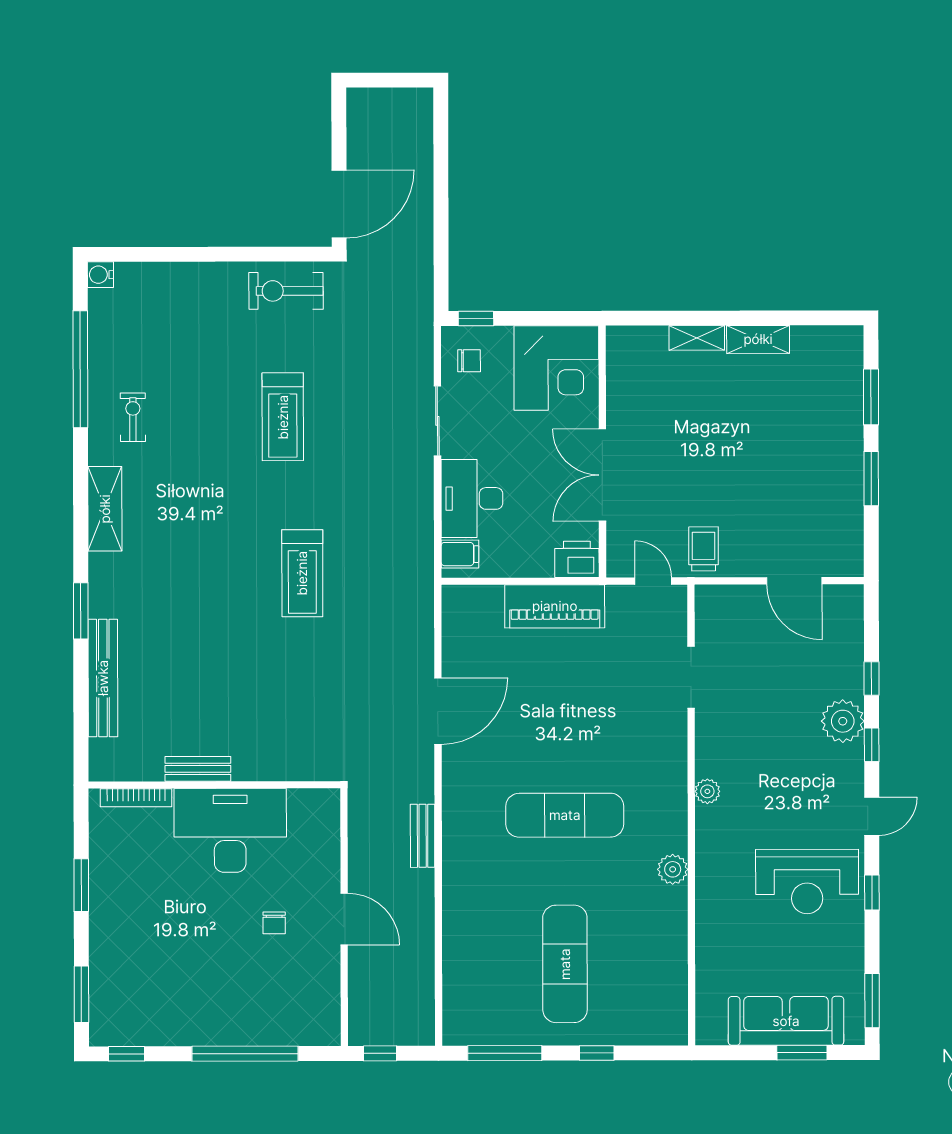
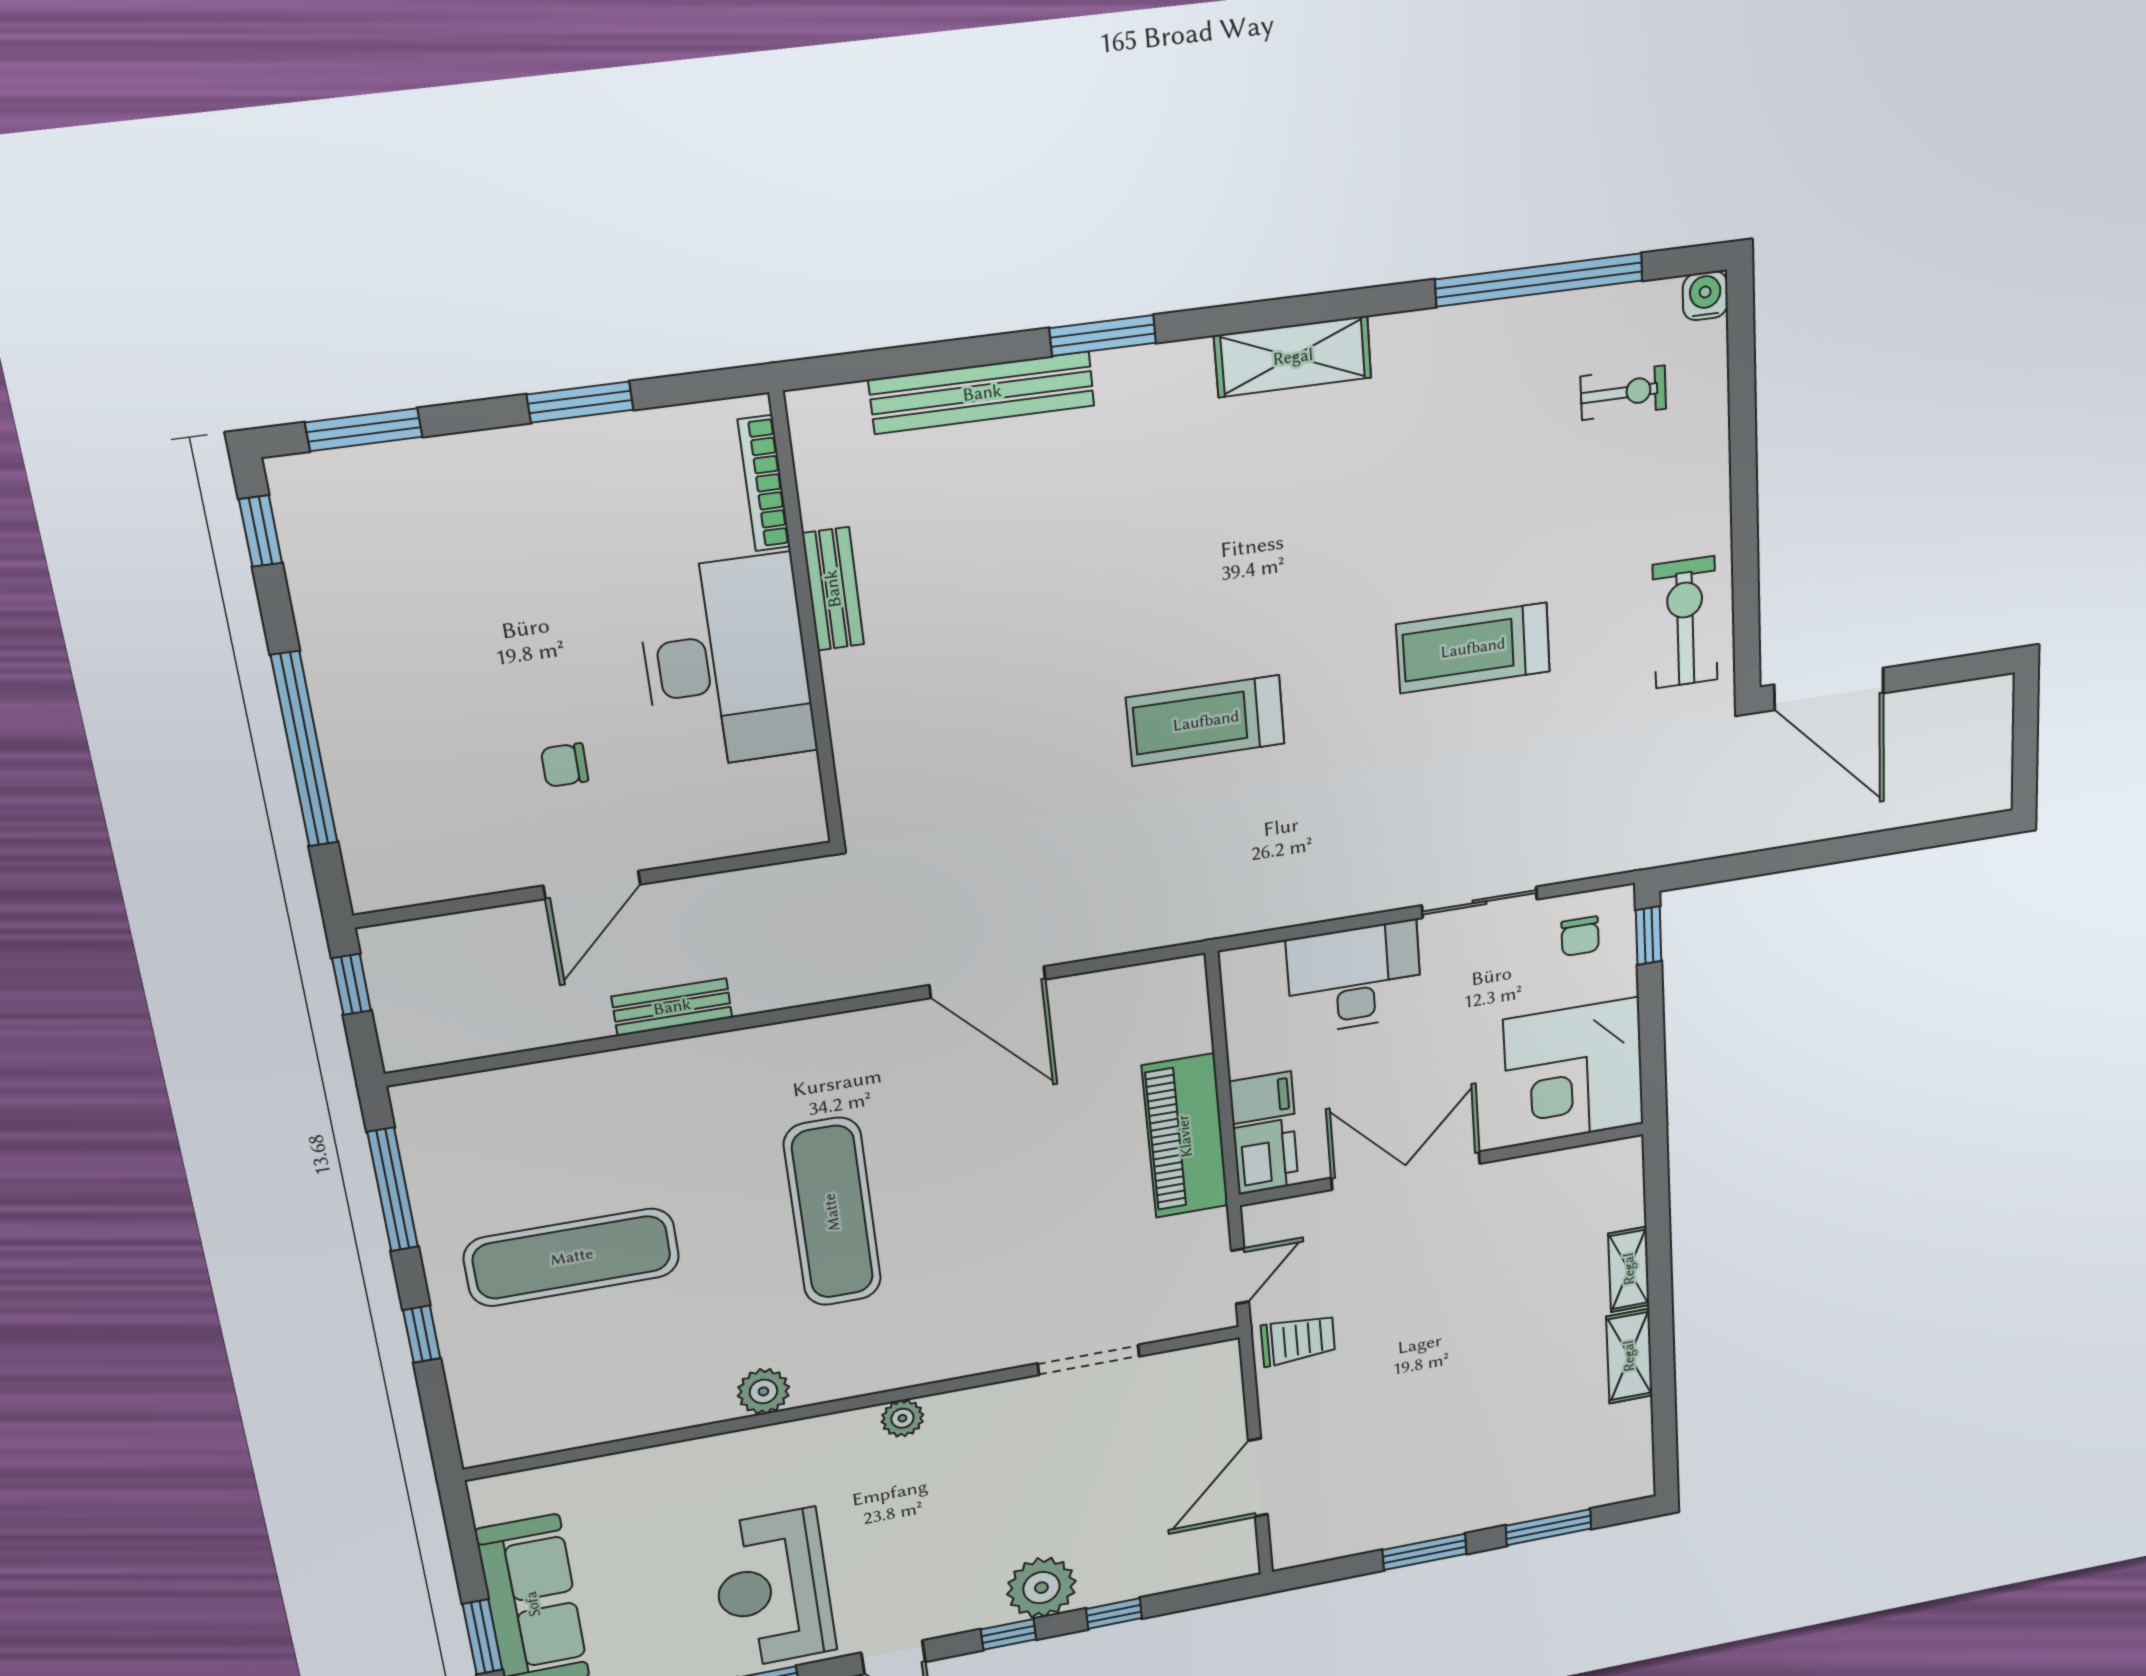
exercise bike: (133, 417) -> (1623, 393), moved
filing cabinet: (460, 554) -> (1262, 1098), moved, turned -90
bench: (423, 836) -> (672, 1007), moved

